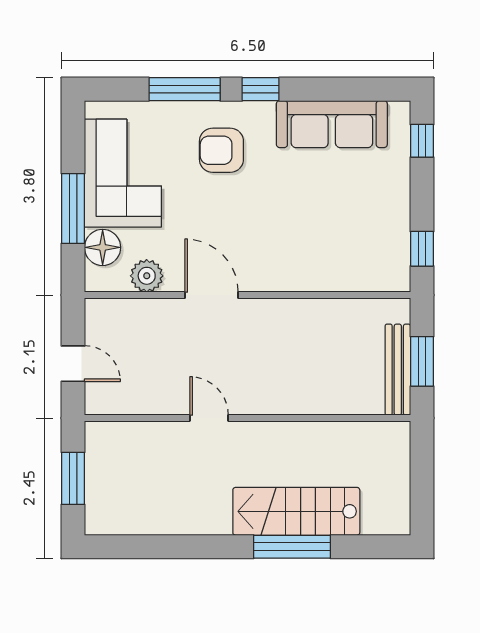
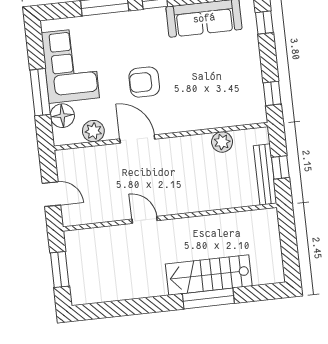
armchair: (221, 150) -> (144, 82), moved
plant: (338, 314) -> (222, 142), added
window: (422, 361) -> (280, 167), width x0.67

